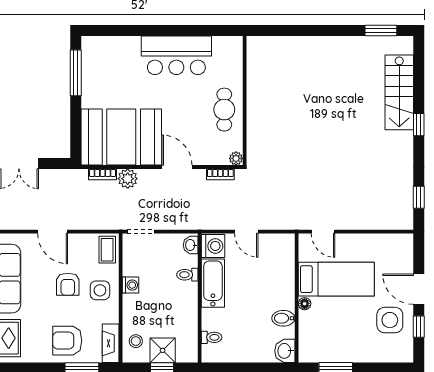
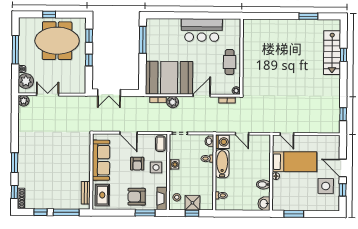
window: (381, 31) -> (308, 16), moved
window: (419, 125) -> (344, 55), moved
door: (177, 167) -> (202, 95), hinge flipped

